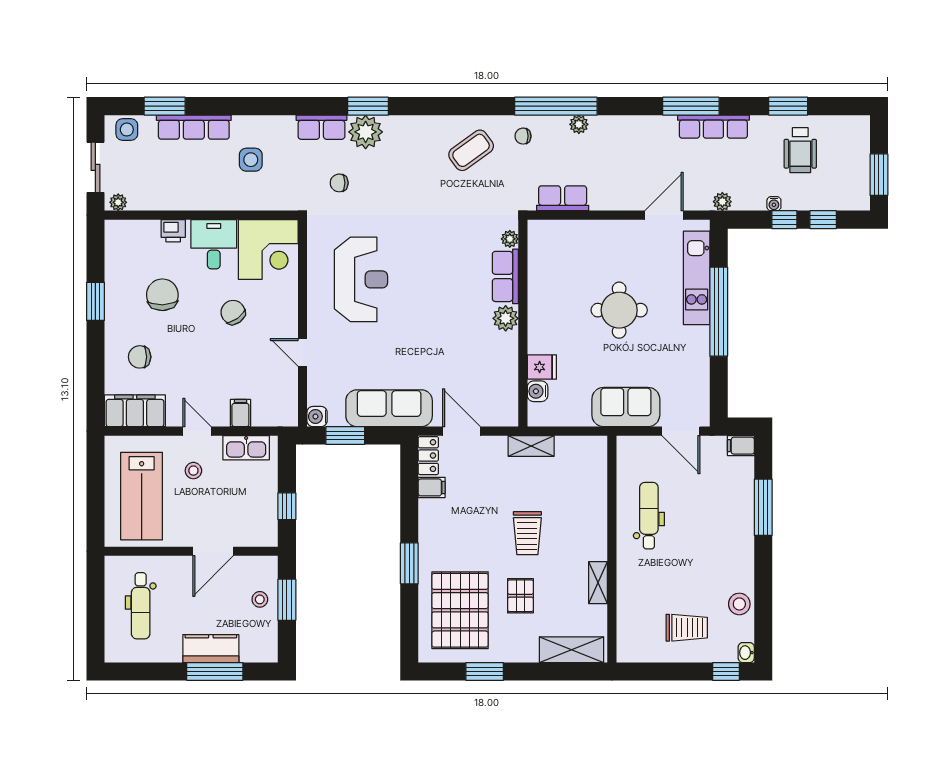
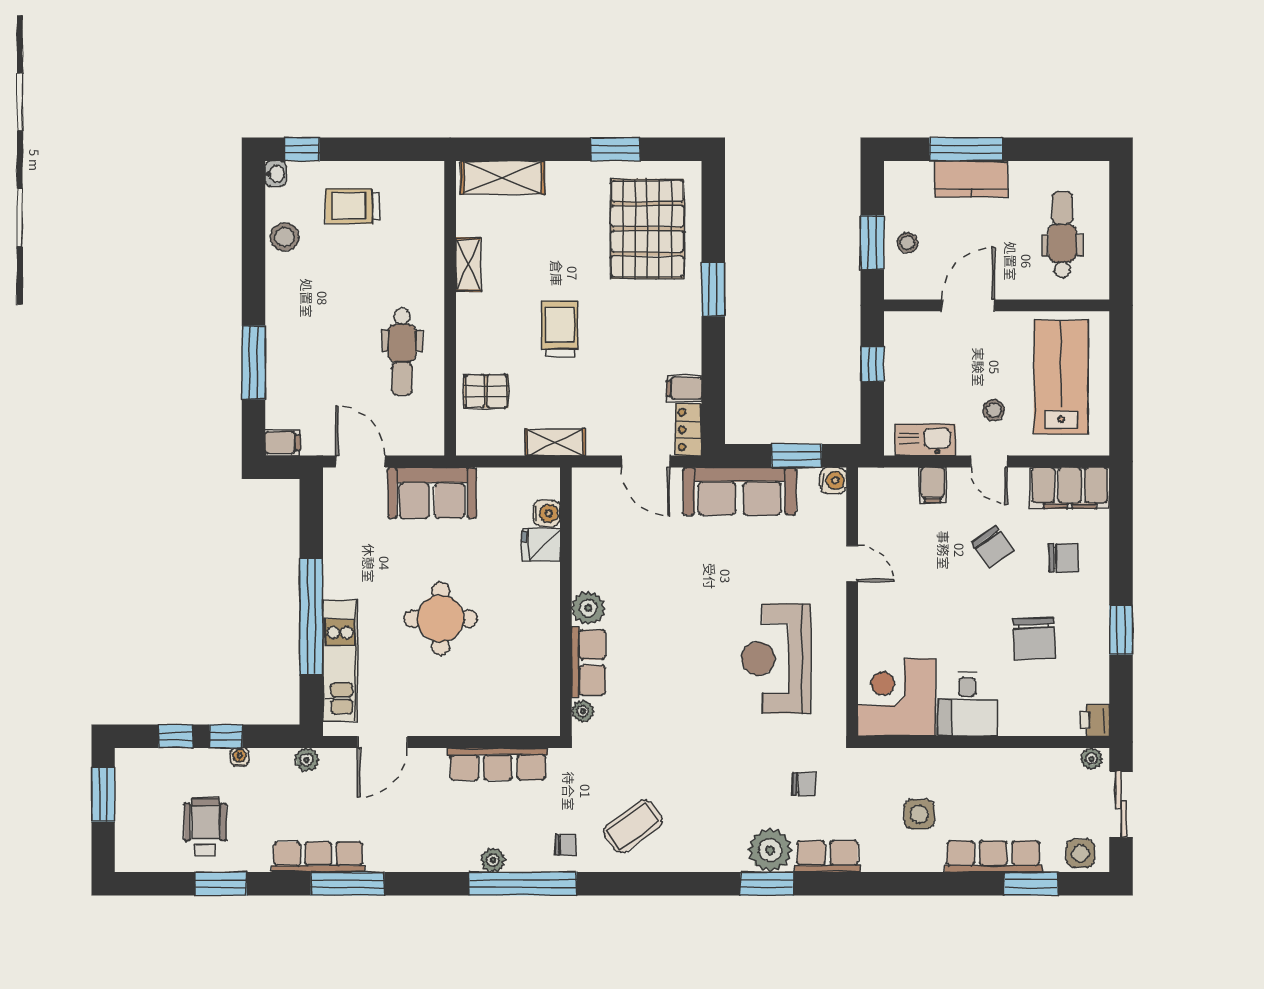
row of seats: (563, 198) -> (498, 764), width x1.48
printer: (173, 231) -> (1095, 720), moved, turned -90
chair: (233, 312) -> (993, 547), moved
pallet: (520, 596) -> (486, 391), moved, turned 90

